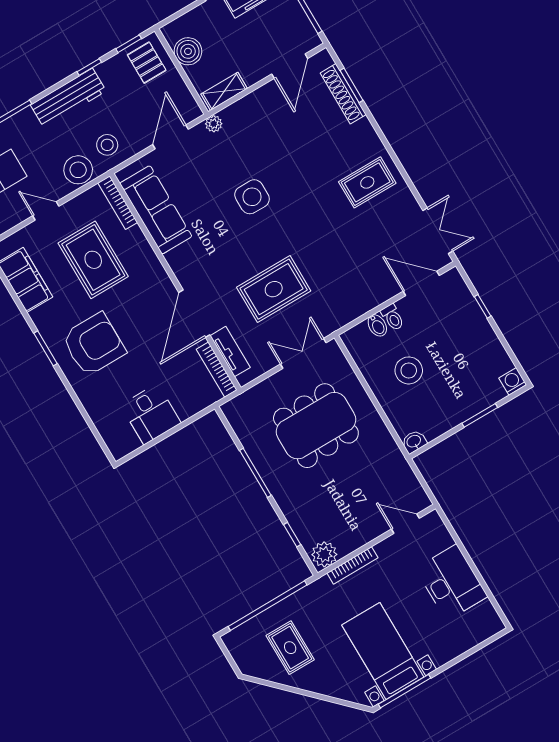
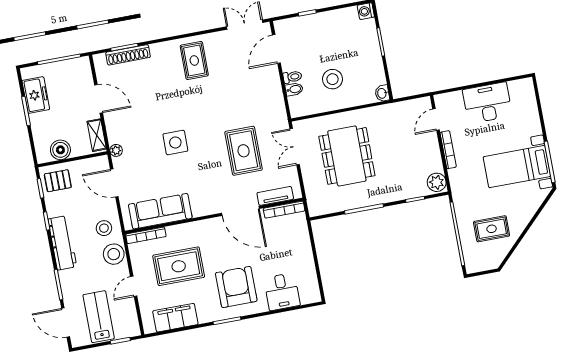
door: (290, 66) -> (99, 99), moved
desk: (151, 414) -> (282, 292), moved, turned 90
bookcase: (353, 565) -> (448, 150), moved

